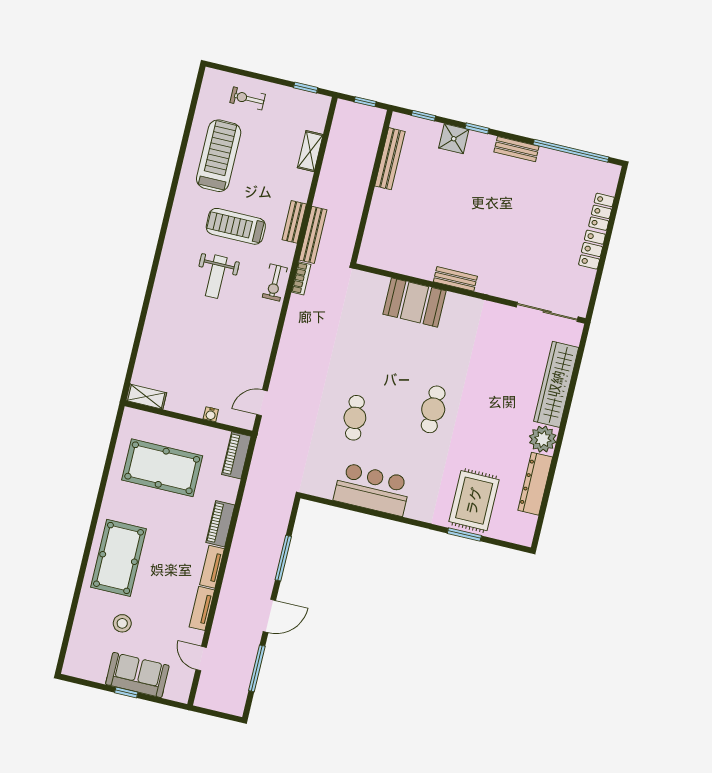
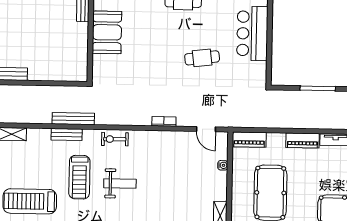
bookcase: (301, 278) -> (164, 121), moved
exercise bike: (275, 283) -> (115, 139), turned 180

